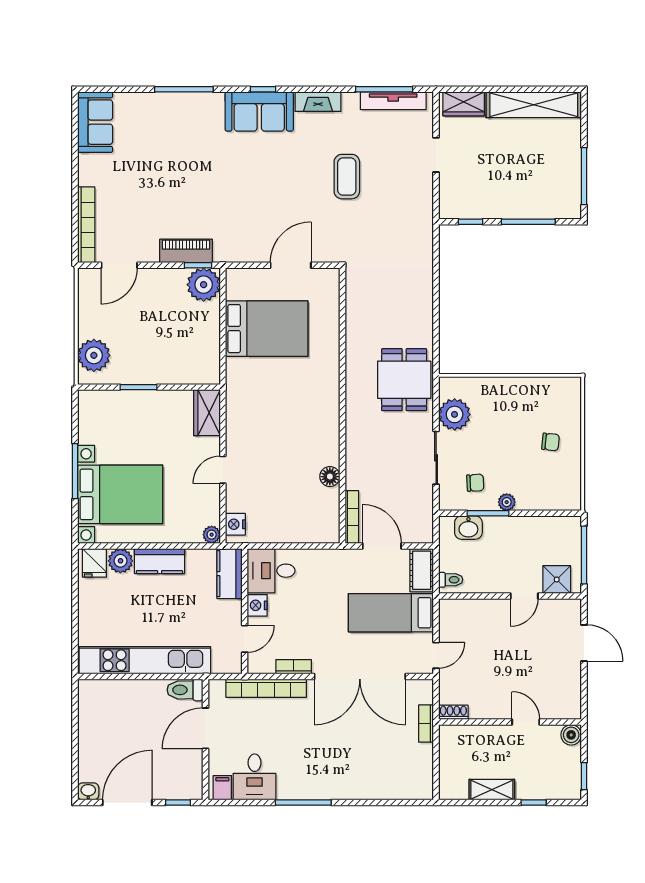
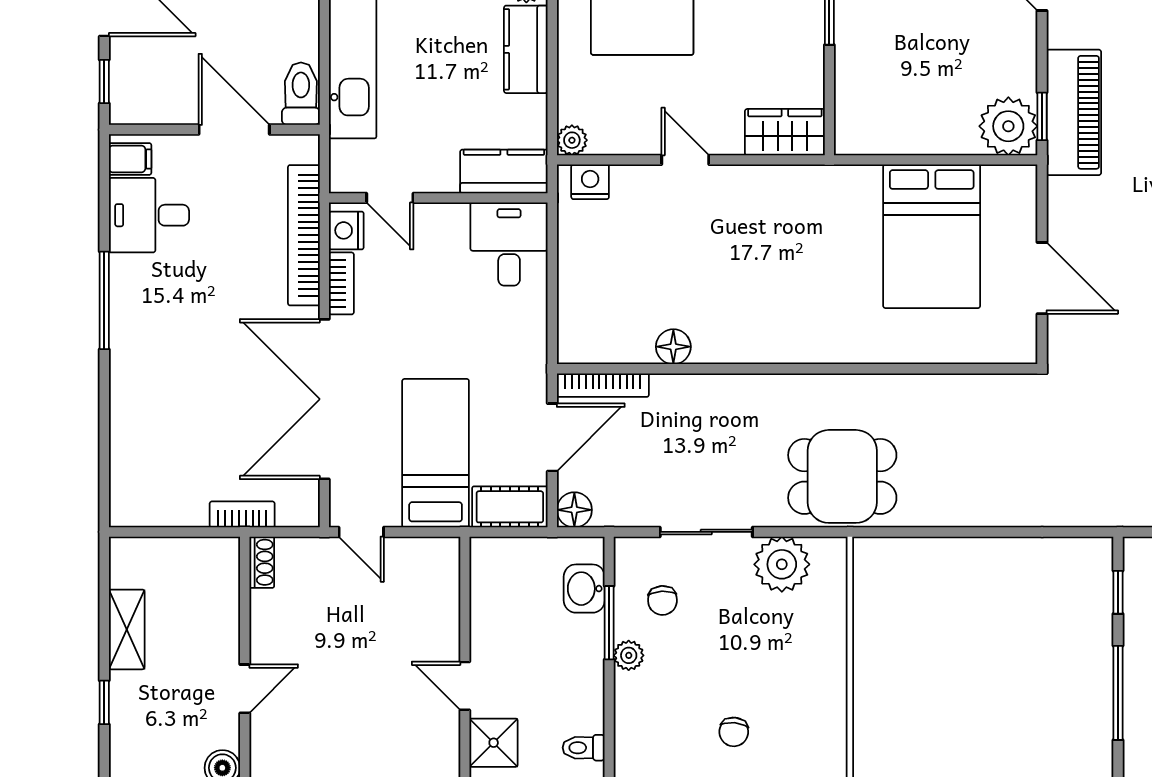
piano: (186, 251) -> (1074, 112), width x1.37, depth x1.33
floor lamp: (423, 533) -> (574, 510), added
toilet: (451, 580) -> (584, 748), moved, turned 90
nightstand: (257, 605) -> (346, 230), moved, turned -90

